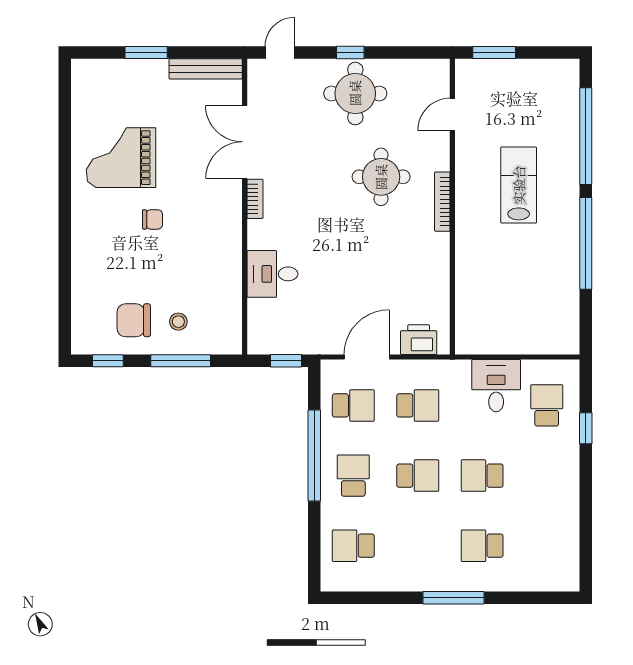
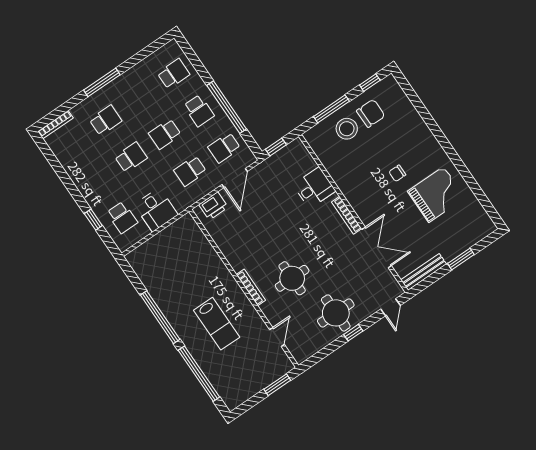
bookcase: (255, 199) -> (347, 215), width x1.56
stool: (178, 322) -> (347, 129), width x1.89, depth x1.89
bookcase: (551, 584) -> (55, 125), added

